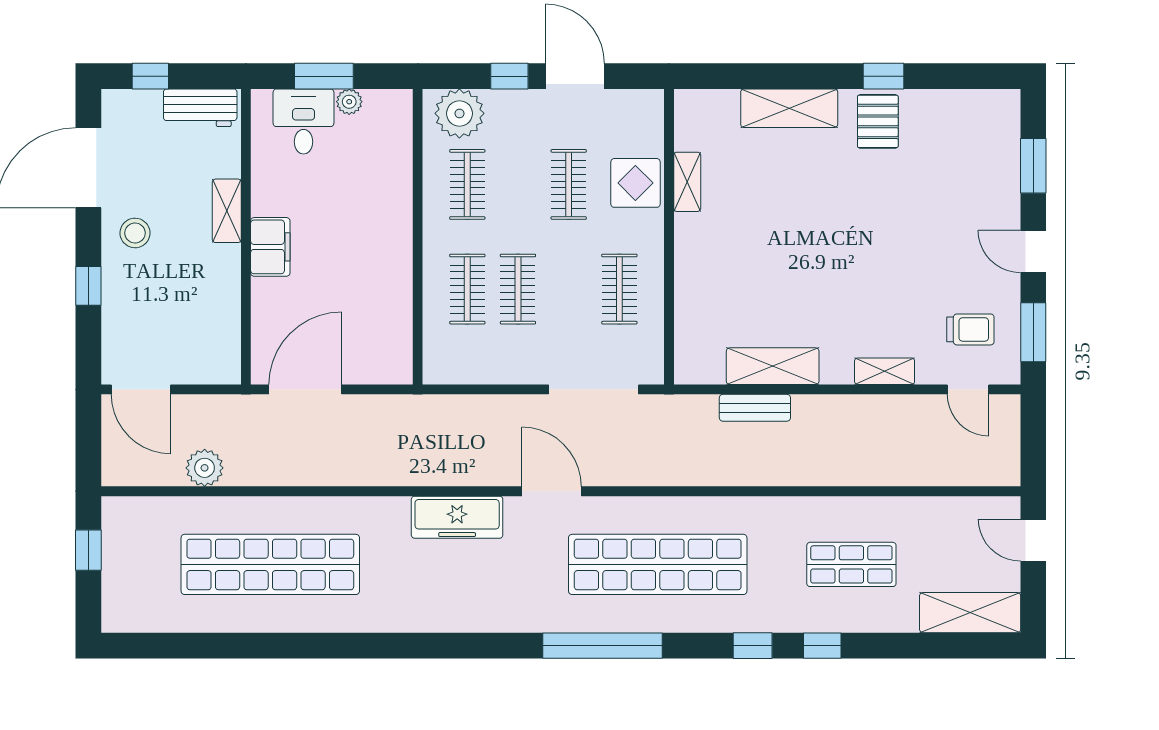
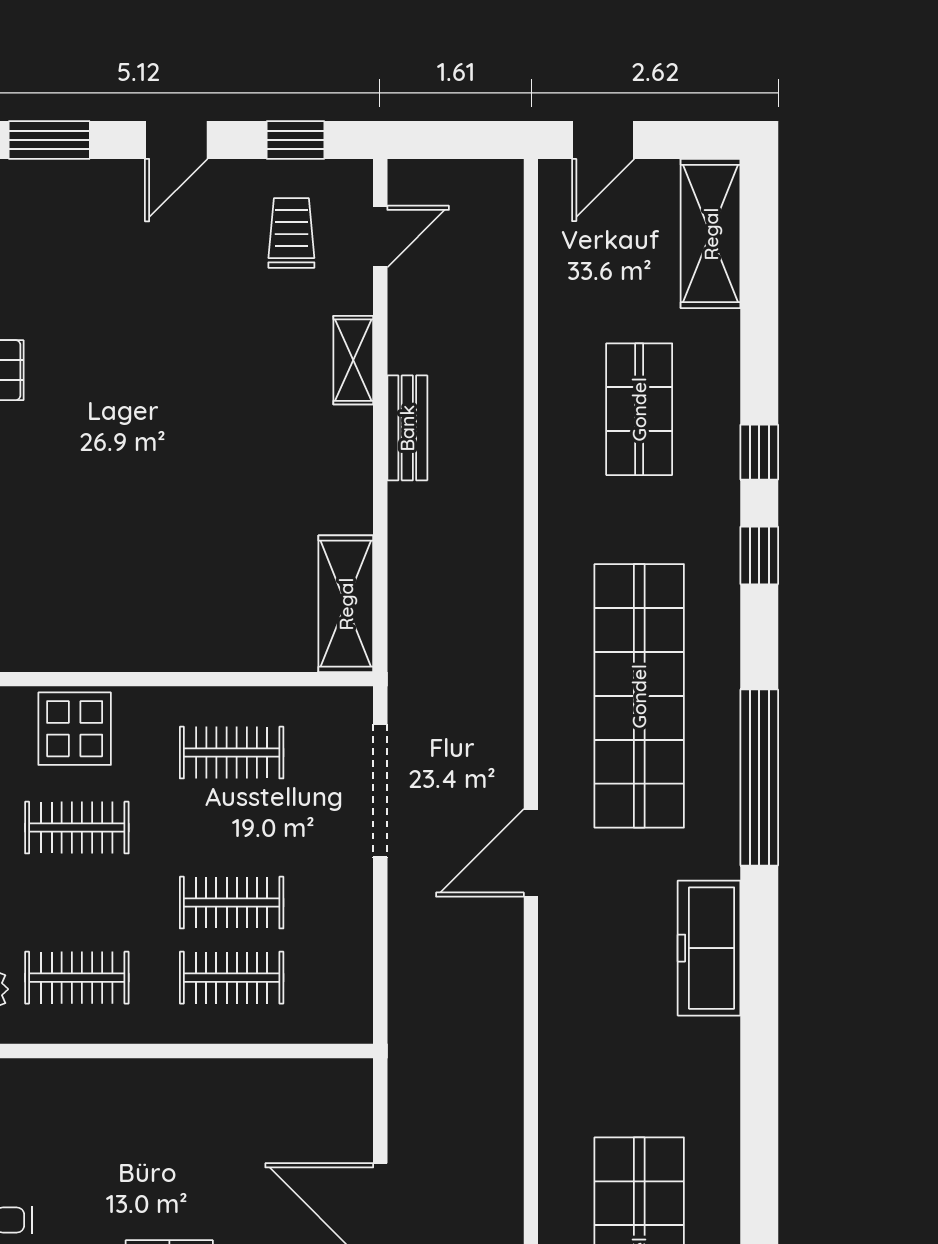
shelving: (687, 182) -> (73, 652), removed
window: (1033, 332) -> (296, 140), width x0.67
shelving: (773, 366) -> (346, 604), moved
bench: (755, 408) -> (407, 428), moved
freezer: (457, 517) -> (709, 948), moved, turned 180

